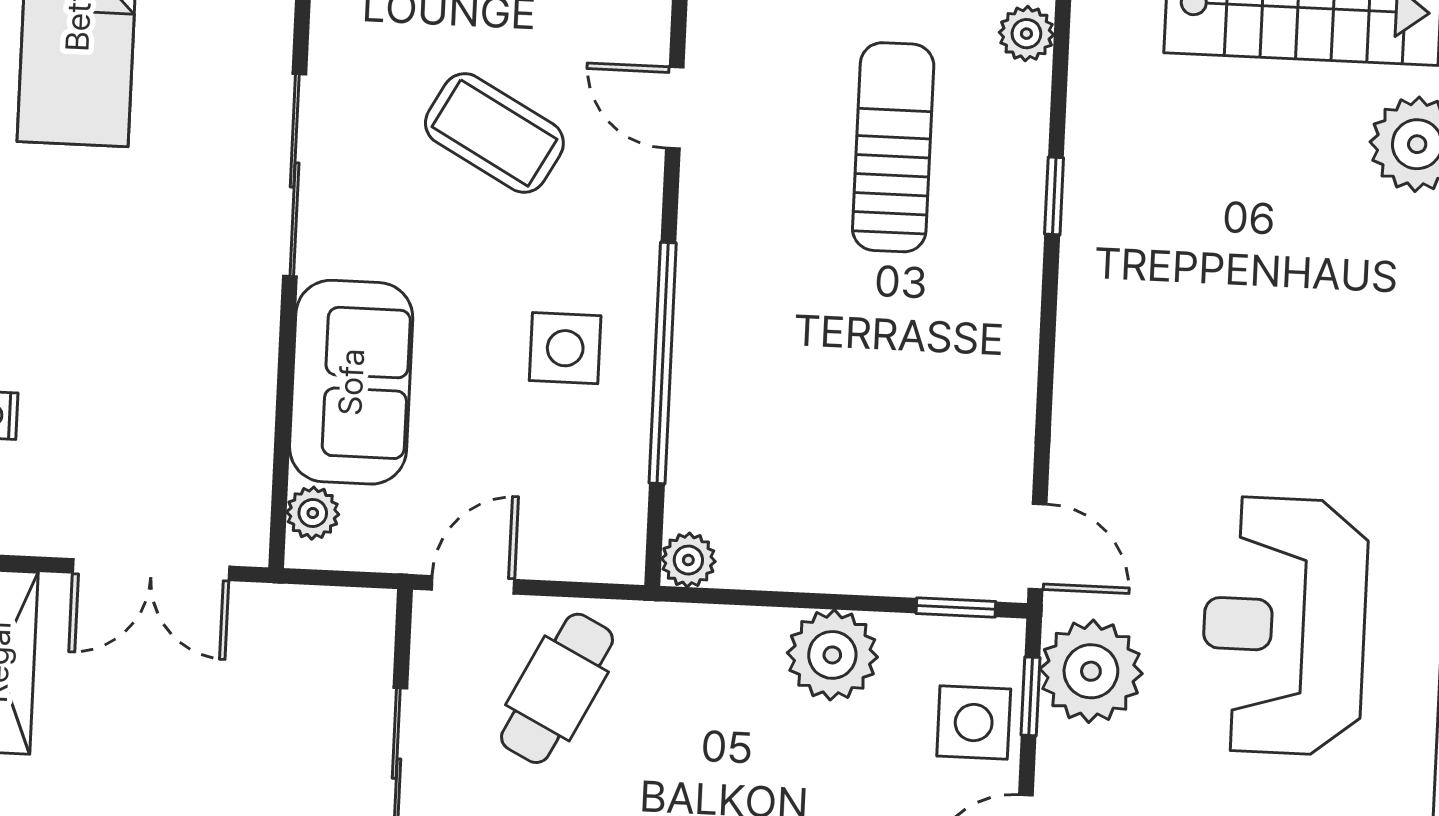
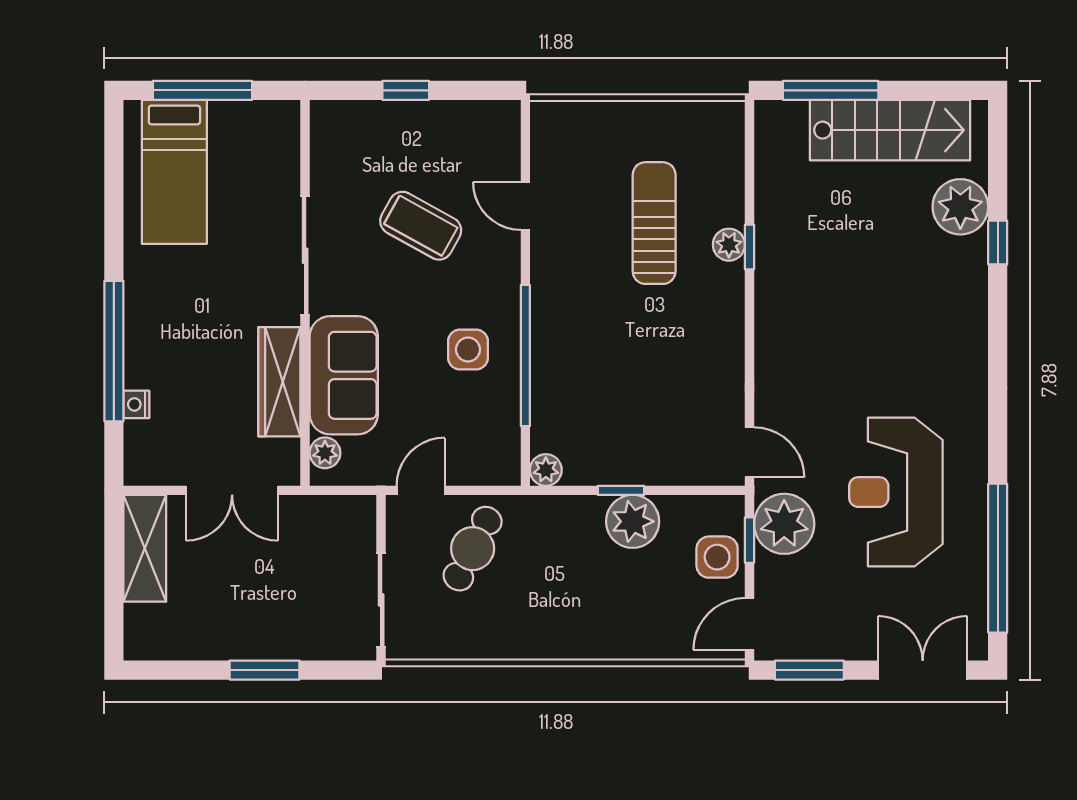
plant: (1026, 34) -> (729, 245), moved
wardrobe: (241, 388) -> (279, 382), added
window: (956, 608) -> (621, 490), moved

